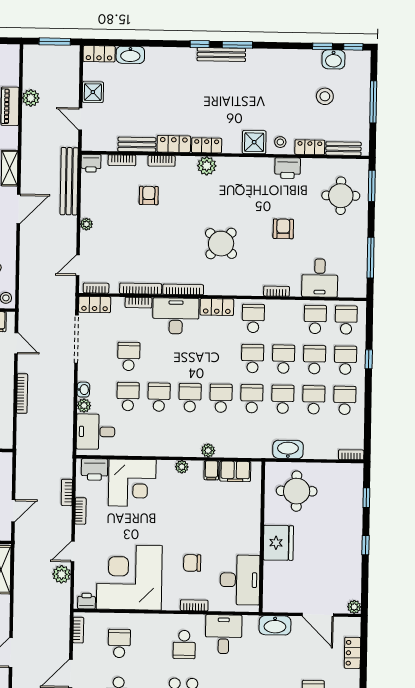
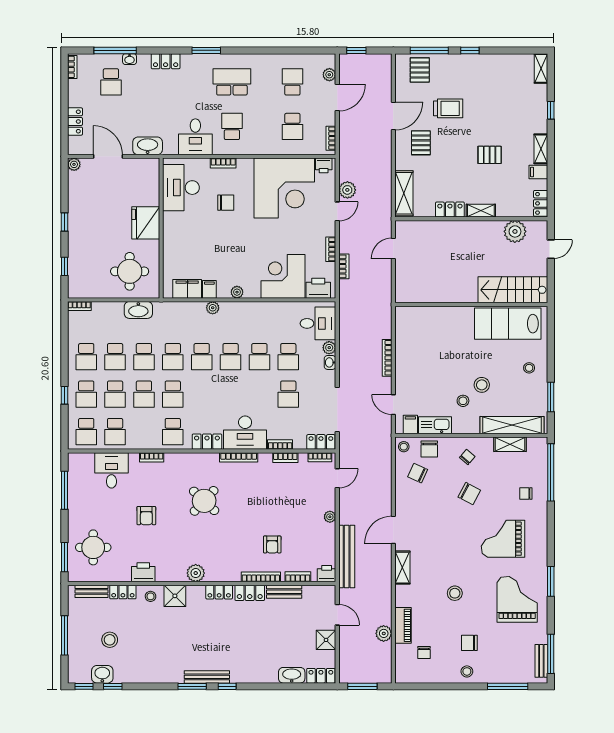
bookcase: (162, 161) -> (261, 577), width x1.56
plant: (207, 166) -> (196, 573), moved
bookcase: (141, 289) -> (285, 458), width x0.64

